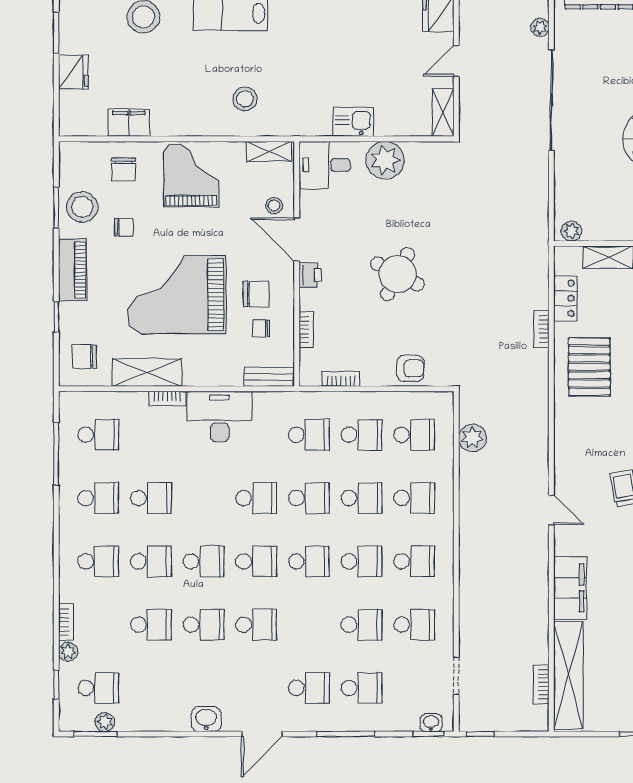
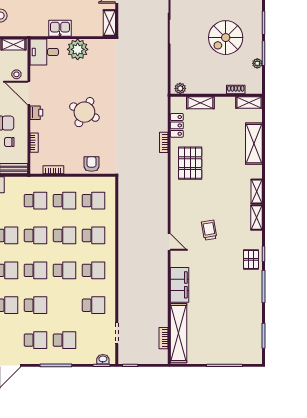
armchair: (411, 368) -> (92, 164), turned -90
plant: (472, 438) -> (126, 202), removed
school desk: (361, 625) -> (36, 305), moved

